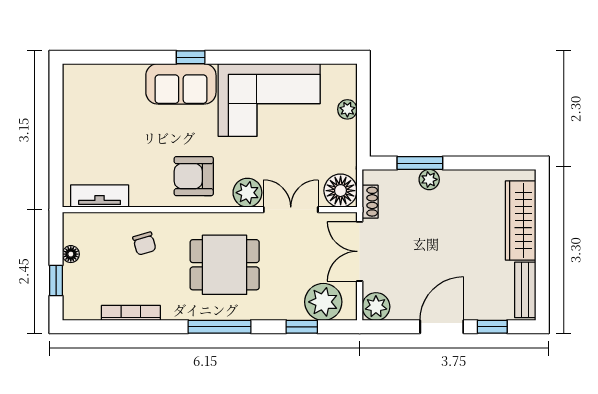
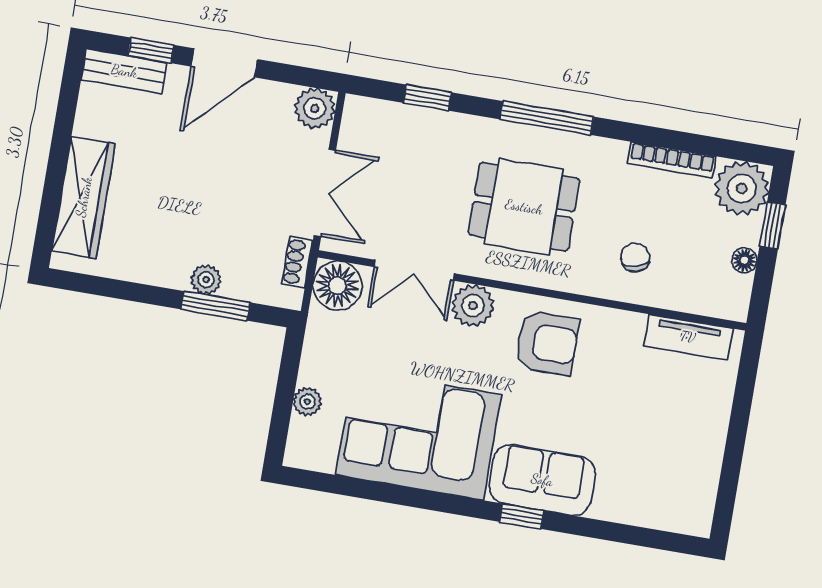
bench: (525, 290) -> (124, 71), moved, turned 90
plant: (323, 302) -> (742, 188), moved

